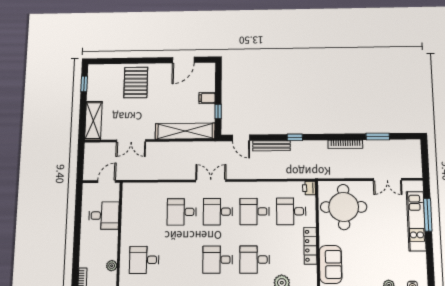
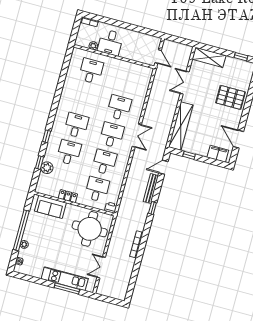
filing cabinet: (207, 98) -> (218, 154), moved, width x2.00
window: (378, 136) -> (136, 270), removed
desk: (104, 216) -> (110, 43), moved
locker: (310, 246) -> (68, 196), width x0.66

